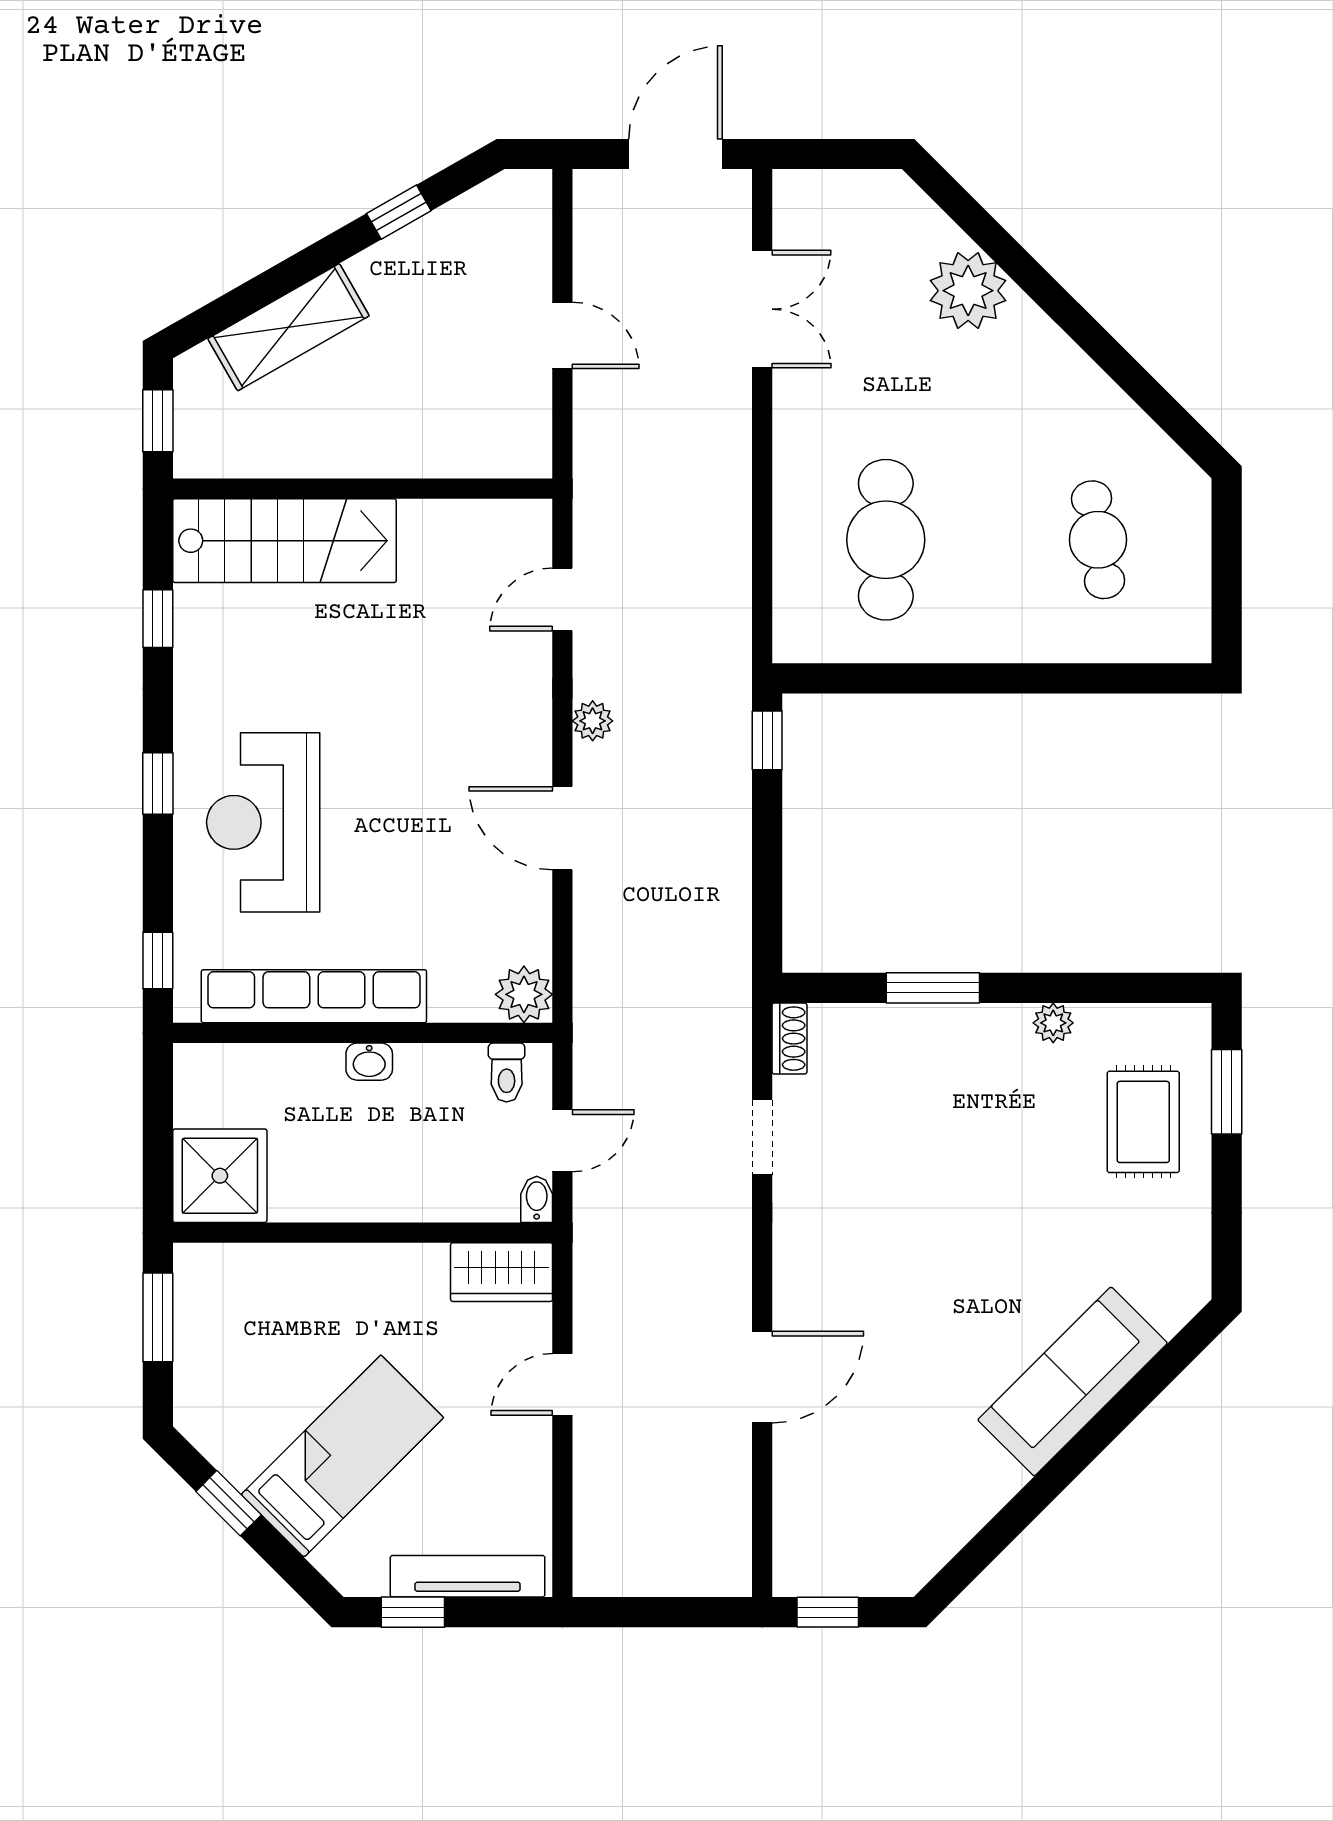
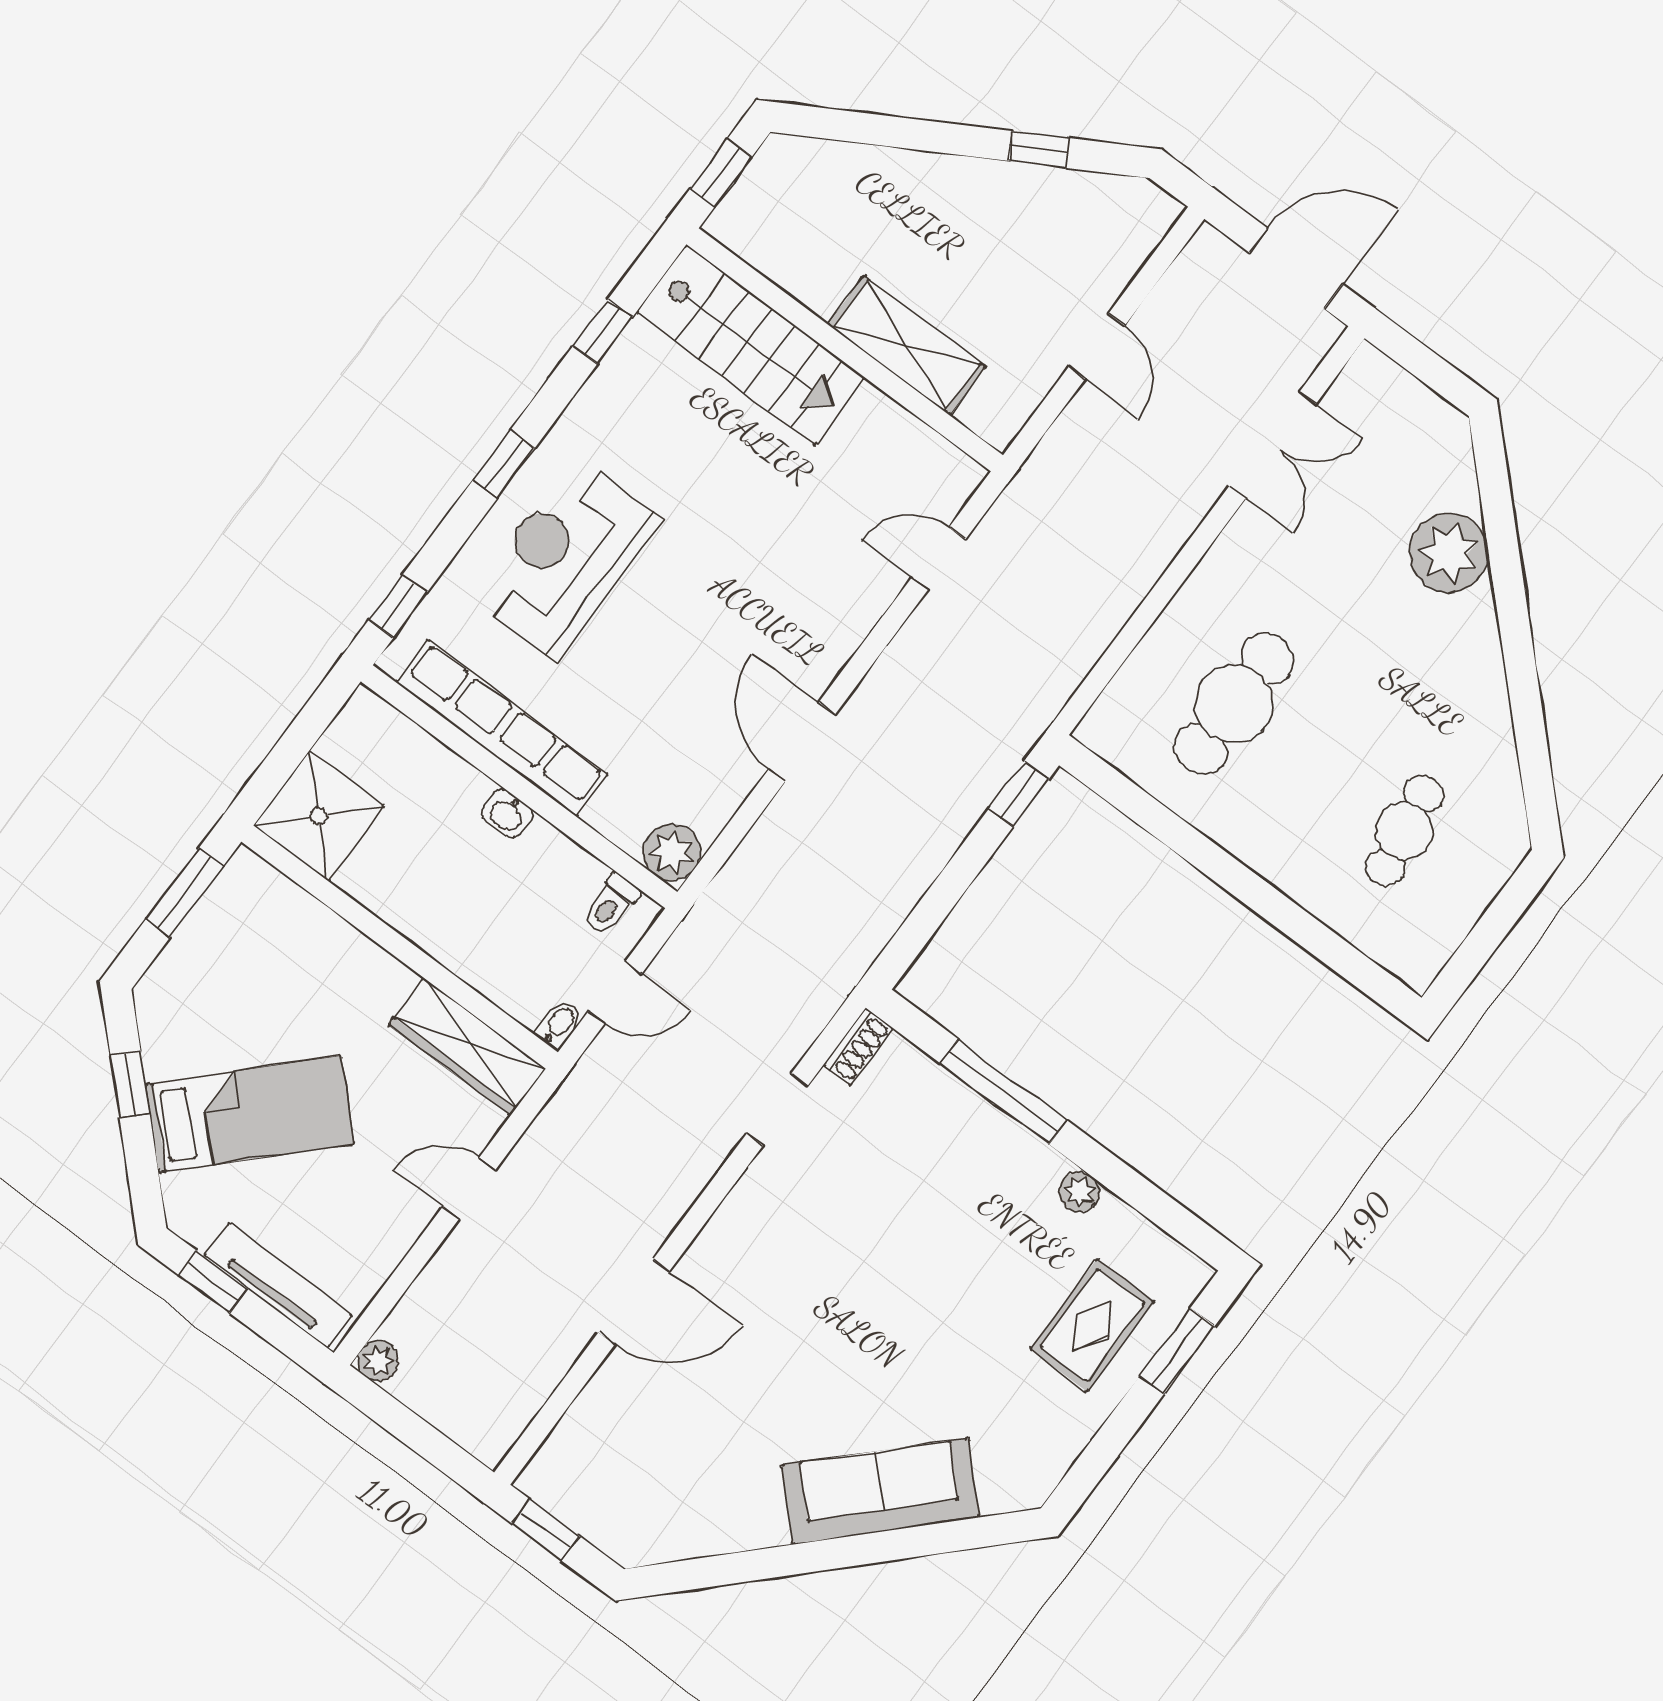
shelving: (288, 327) -> (907, 346), moved, turned 30
plant: (593, 721) -> (378, 1361), moved
window: (933, 988) -> (1004, 1092), width x1.44
wardrobe: (502, 1272) -> (467, 1047), width x1.50

